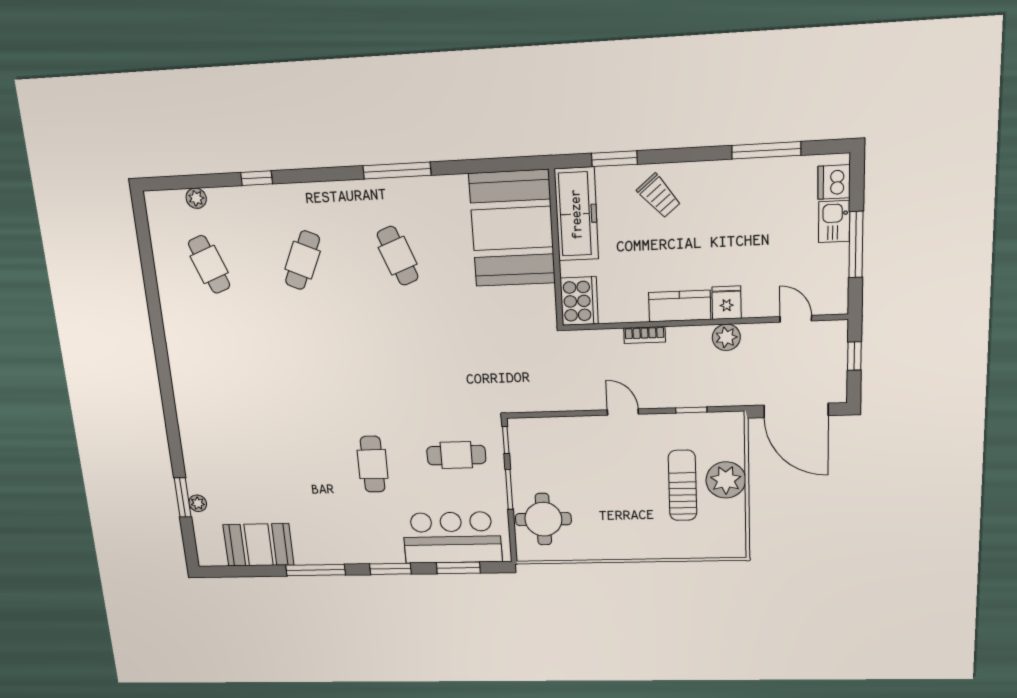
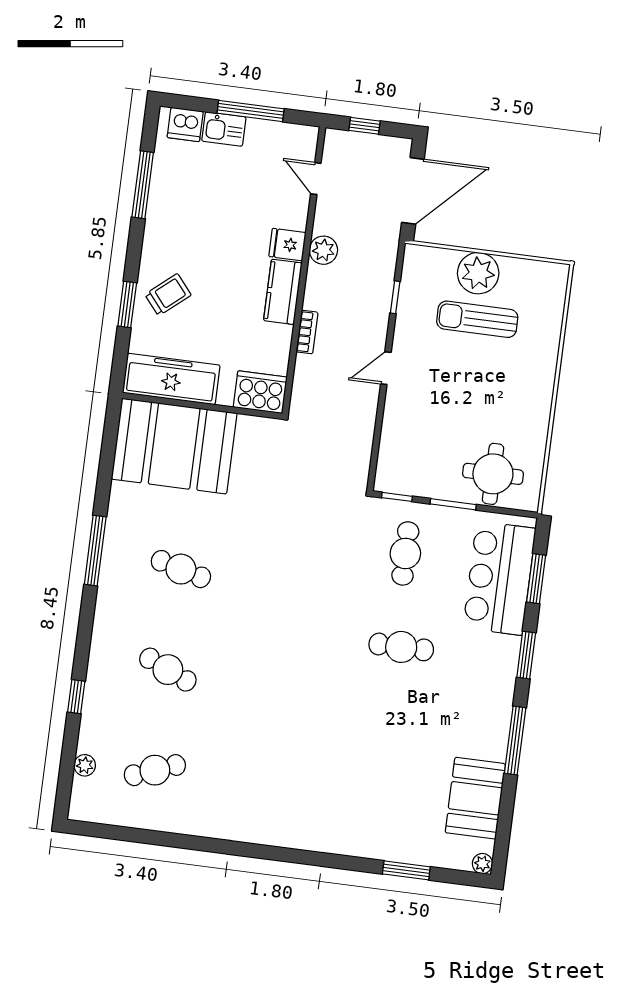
window: (614, 159) -> (127, 304), moved
cafe table: (398, 256) -> (181, 569), turned 36
door: (796, 319) -> (316, 179), hinge flipped
plant: (198, 503) -> (482, 864), moved

